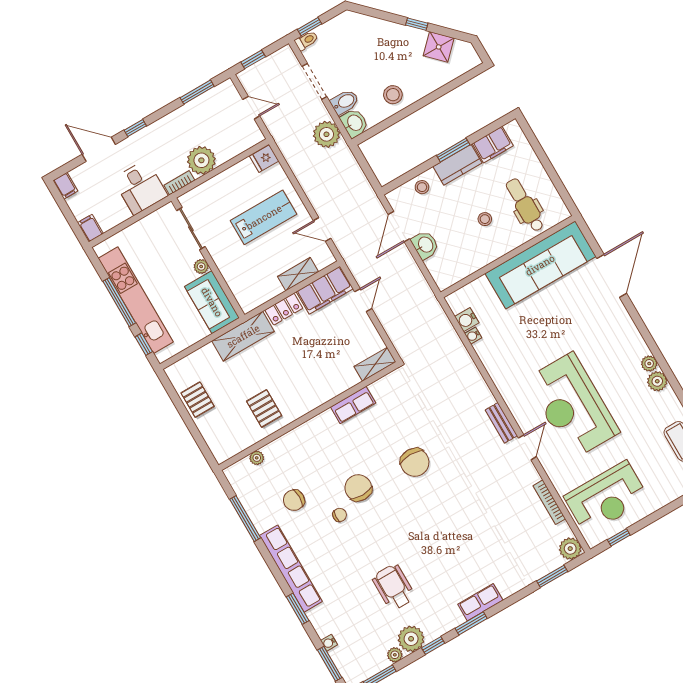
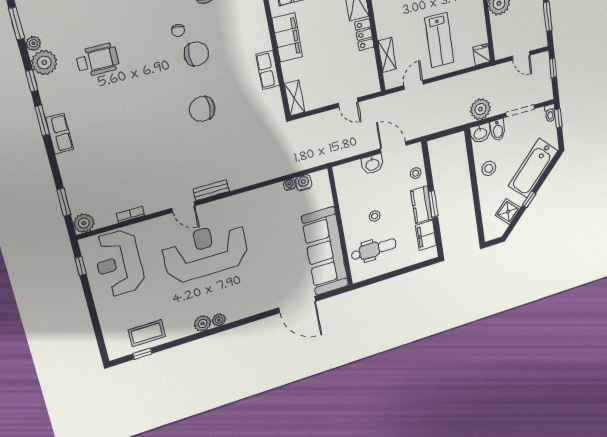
bathtub: (378, 35) -> (533, 168), added
door: (251, 108) -> (521, 56), hinge flipped
filing cabinet: (325, 290) -> (287, 37), moved, turned 180
bookcase: (549, 502) -> (130, 215), width x0.64

